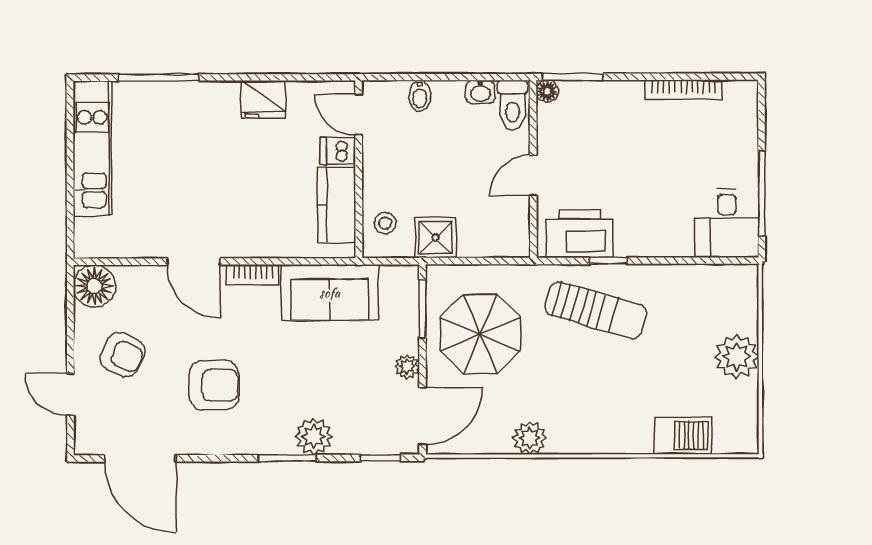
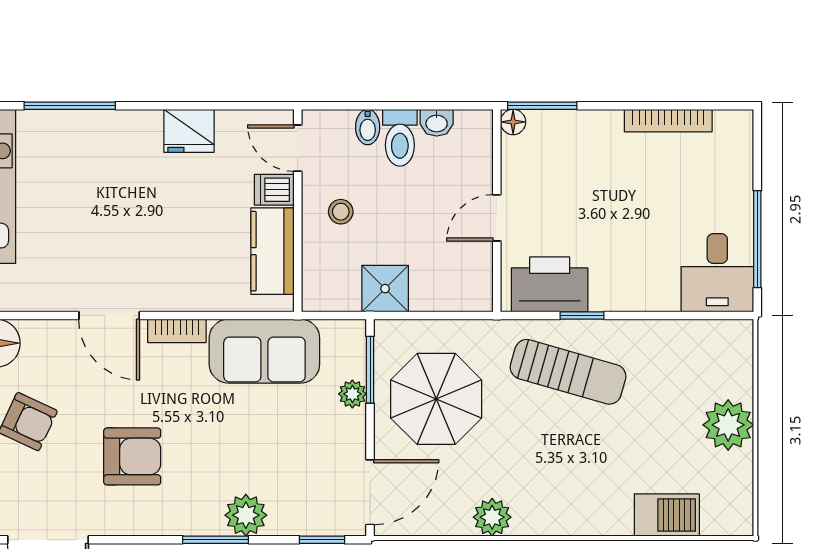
toilet: (513, 105) -> (400, 138), moved
stool: (385, 223) -> (341, 212), moved
plant: (407, 367) -> (352, 394), moved

